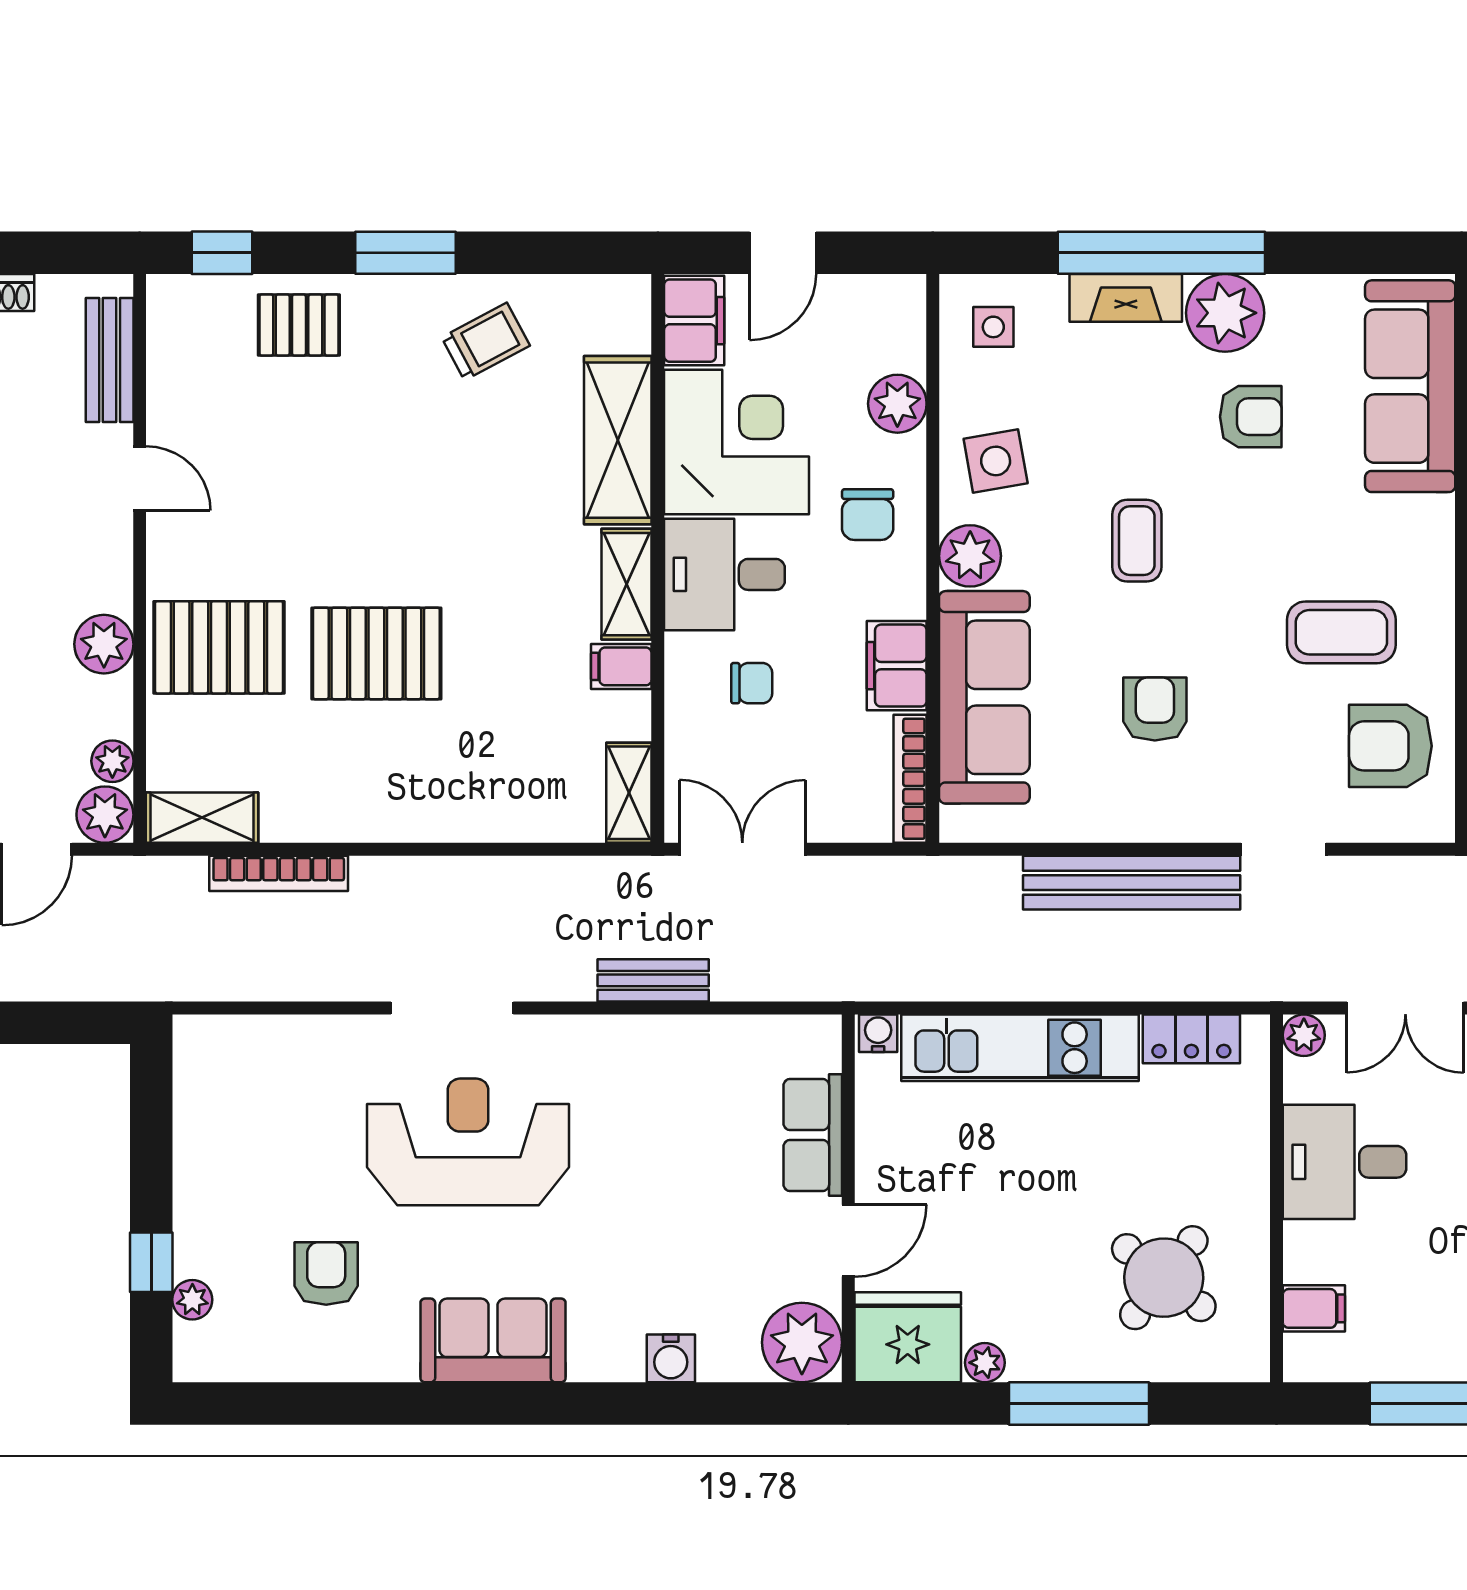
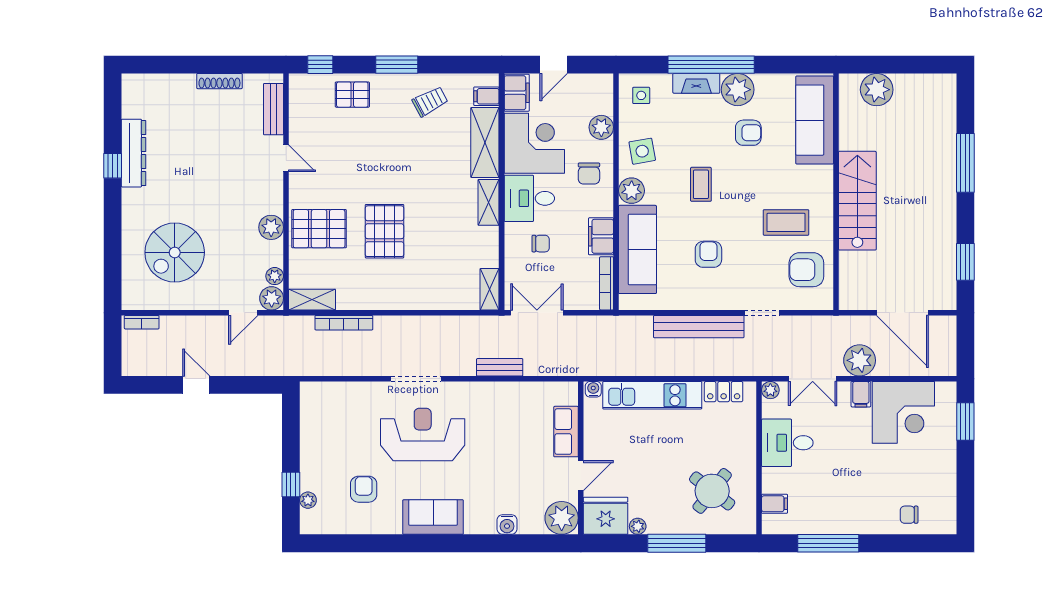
pallet: (376, 653) -> (384, 231), turned 90
filing cabinet: (621, 666) -> (486, 96), moved

